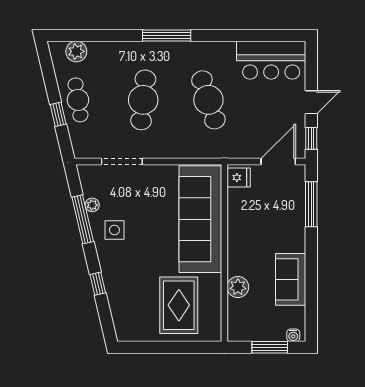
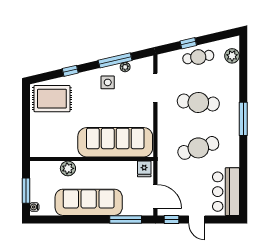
sofa: (291, 279) -> (89, 202), width x1.85, depth x1.27
rug: (179, 305) -> (52, 99), moved

